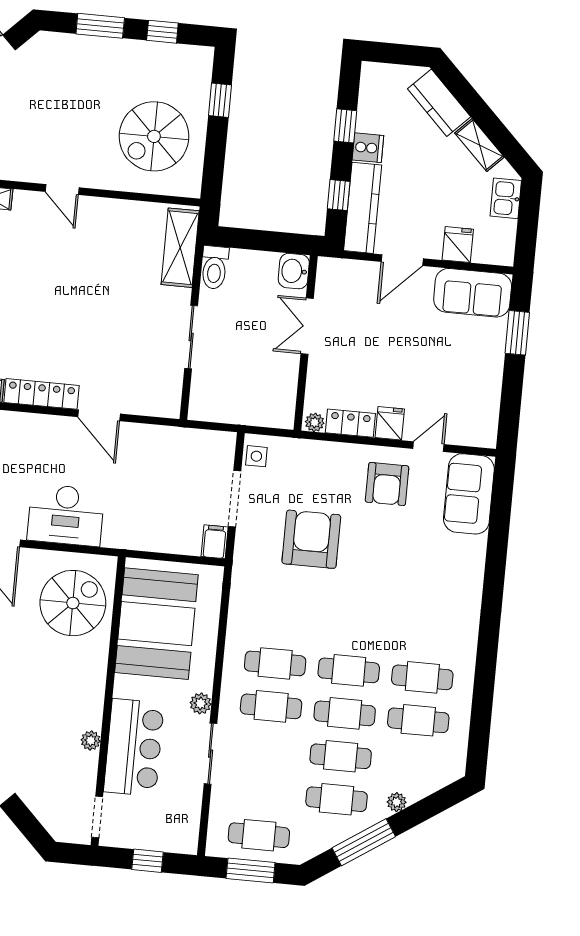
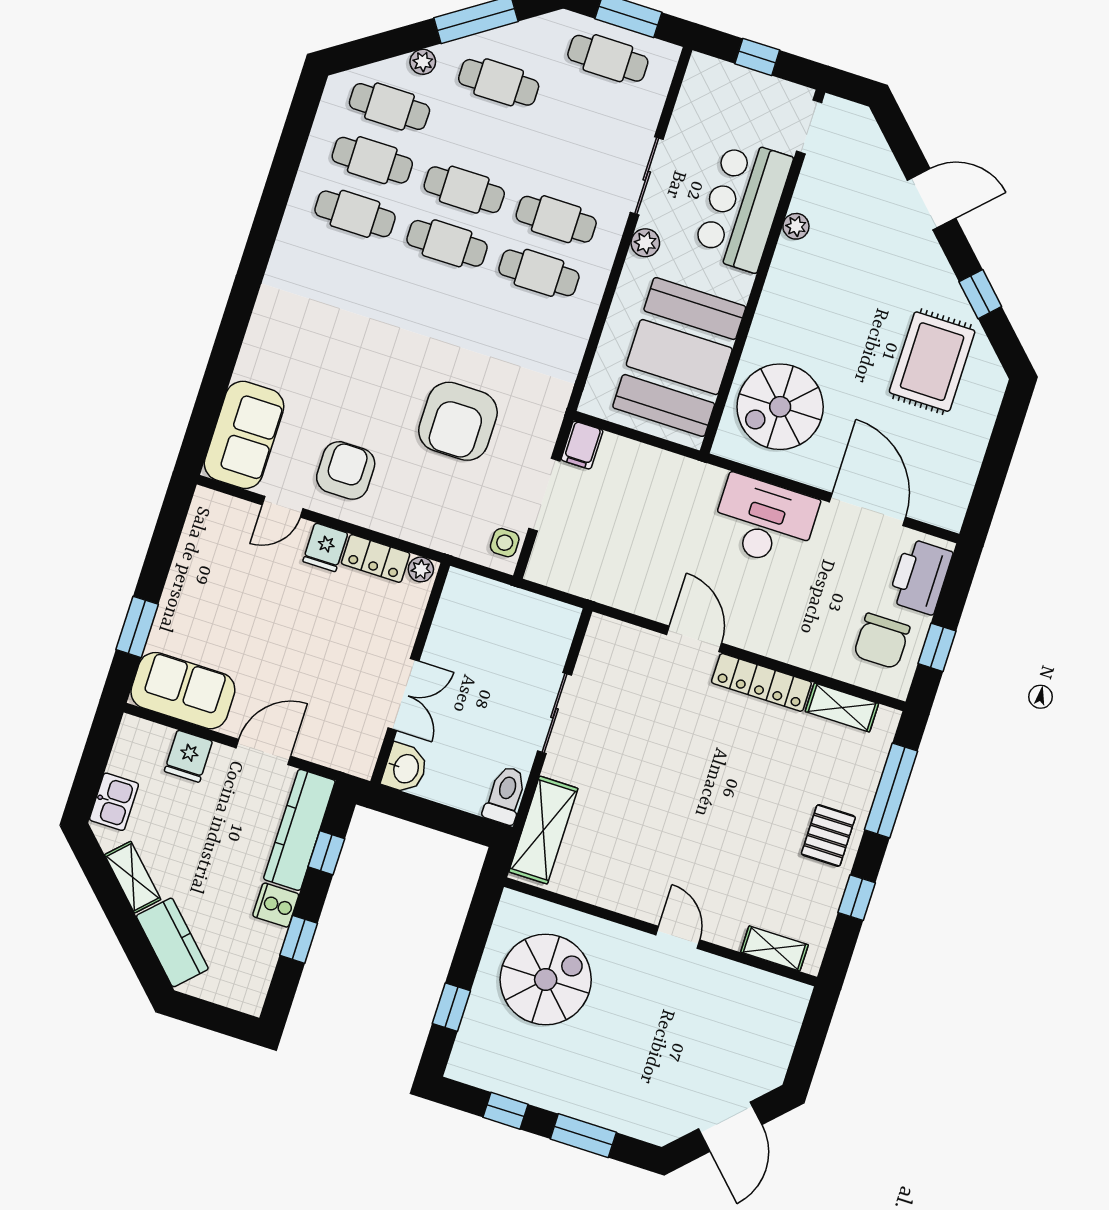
cafe table: (341, 756) -> (389, 106), moved

